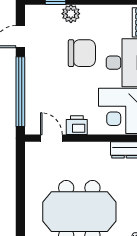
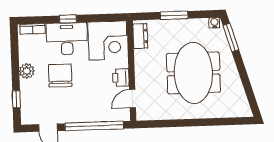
plant: (71, 14) -> (27, 71), moved

